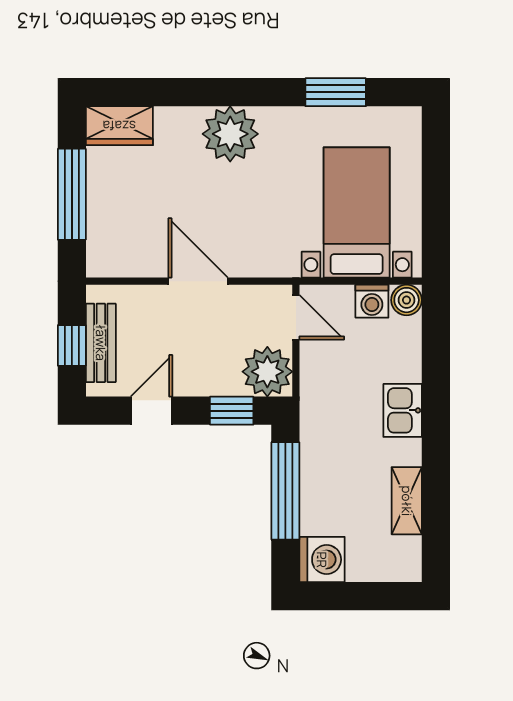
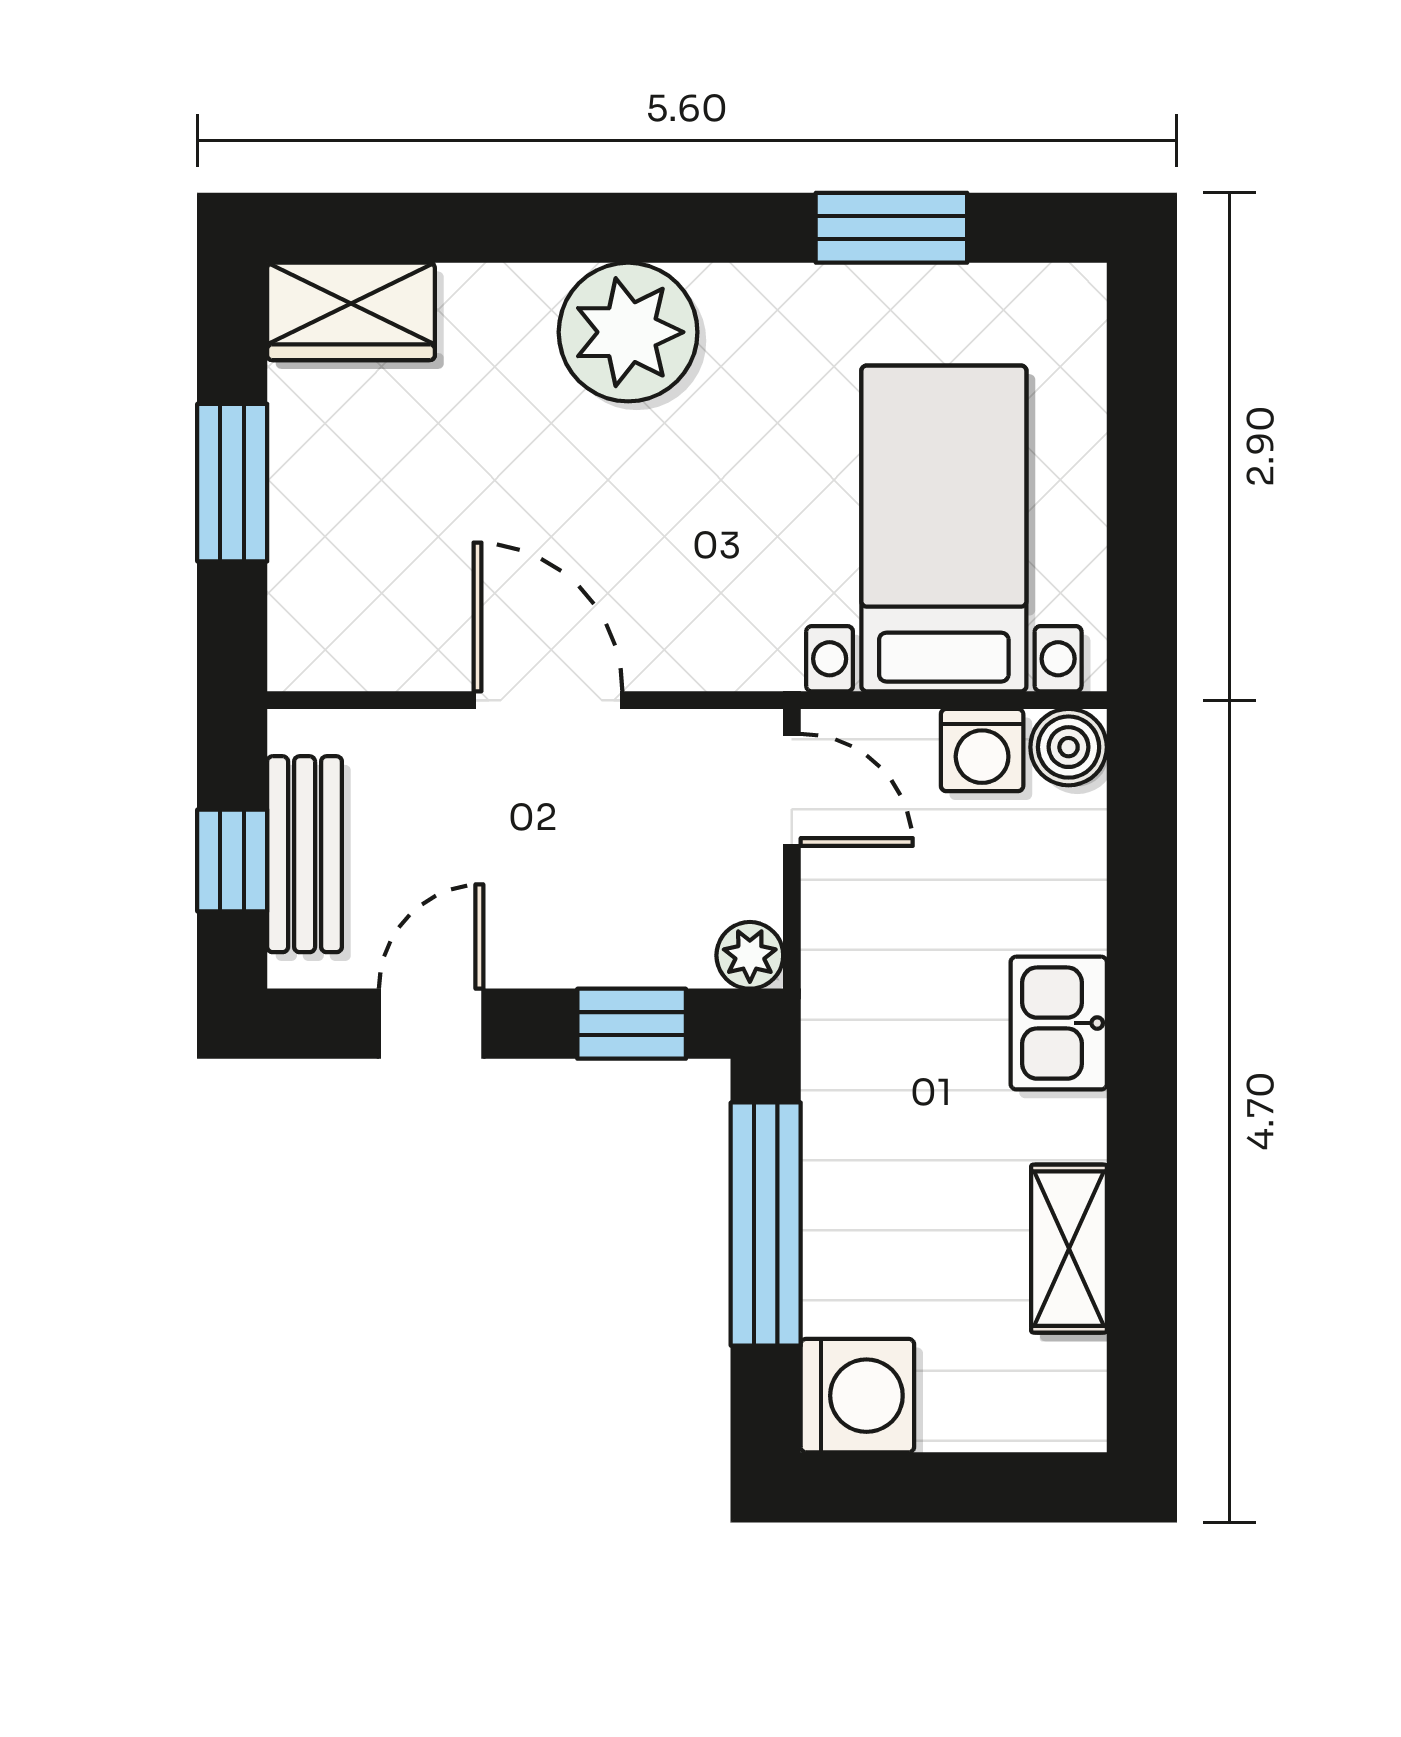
window: (72, 194) -> (232, 483), width x0.69
plant: (267, 372) -> (750, 955), width x0.53, depth x0.53

